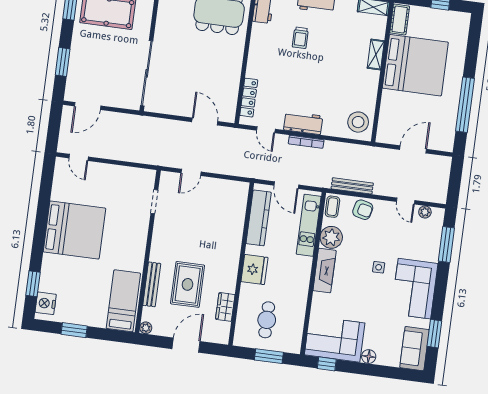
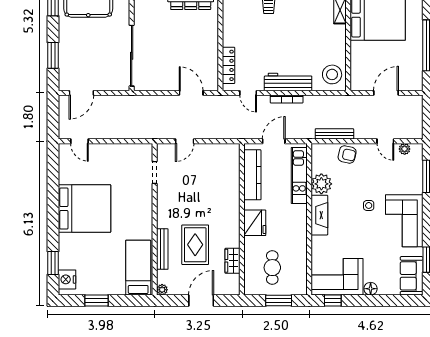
workbench: (303, 123) -> (288, 82), width x1.38
door: (286, 185) -> (274, 141), swing flipped
coffee table: (332, 207) -> (319, 155), removed

